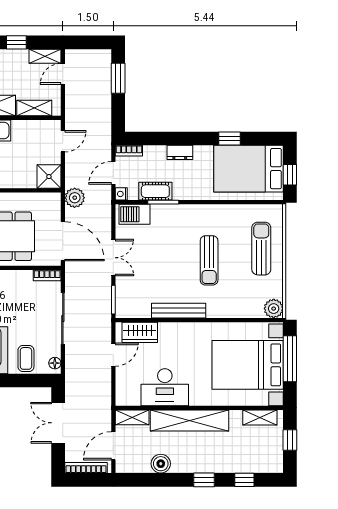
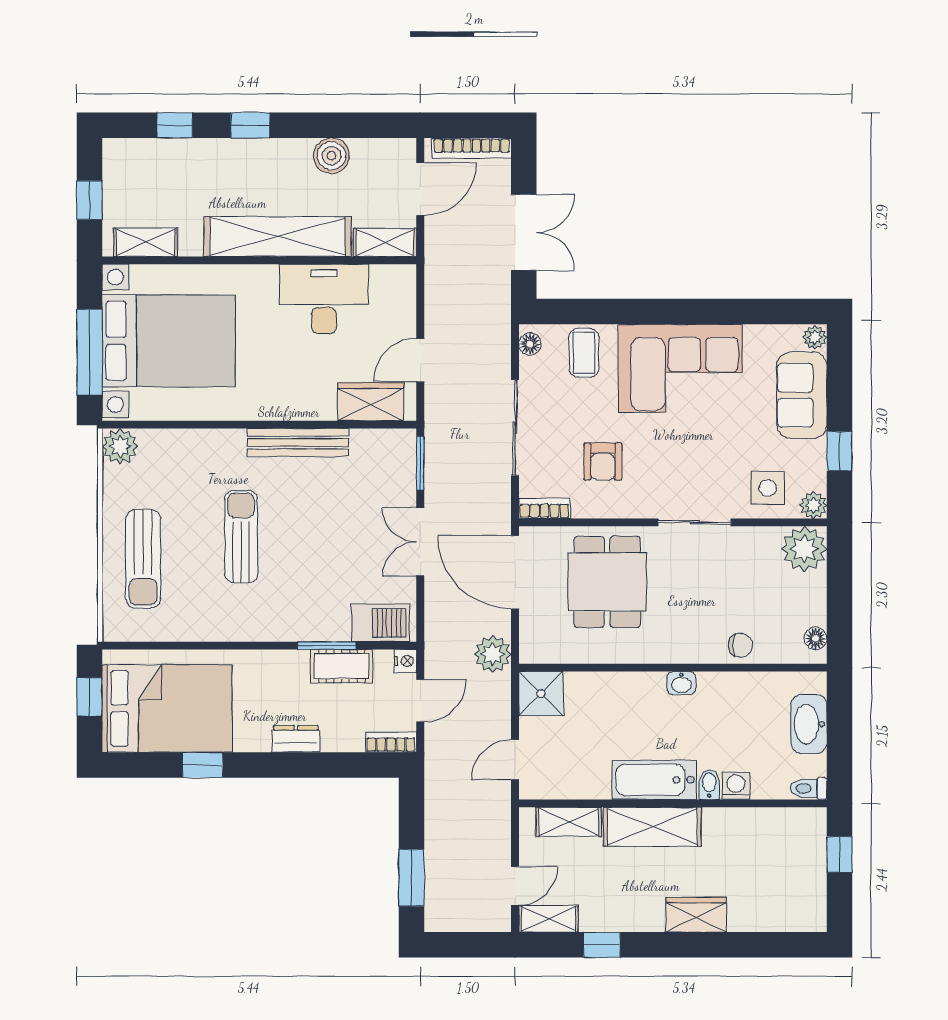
armchair: (16, 300) -> (603, 461), added

